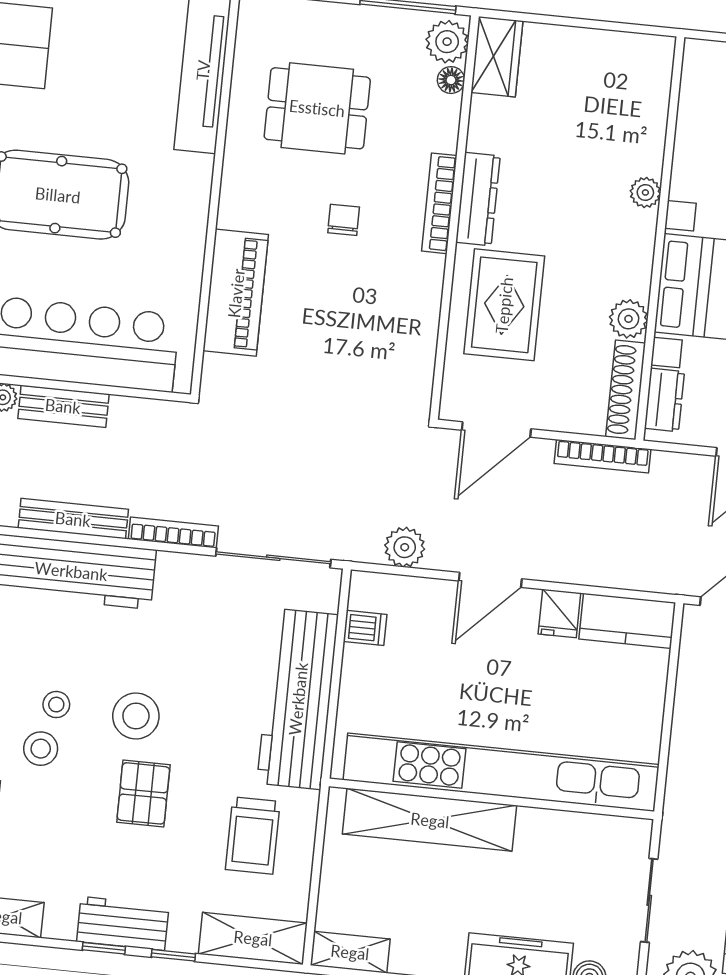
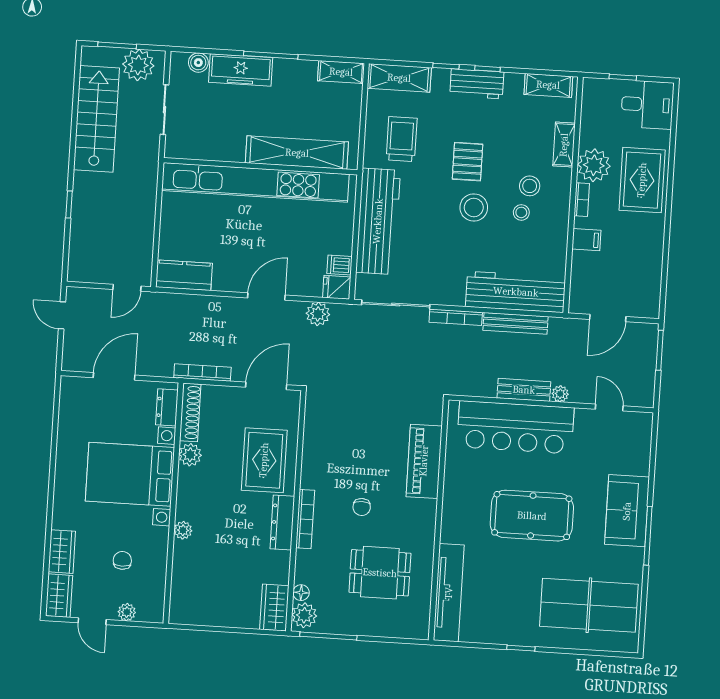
fridge: (559, 613) -> (337, 287), moved, turned -90

